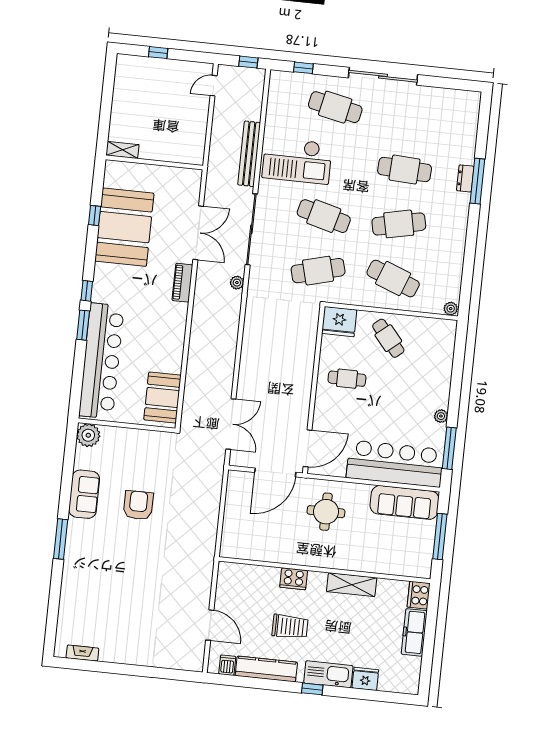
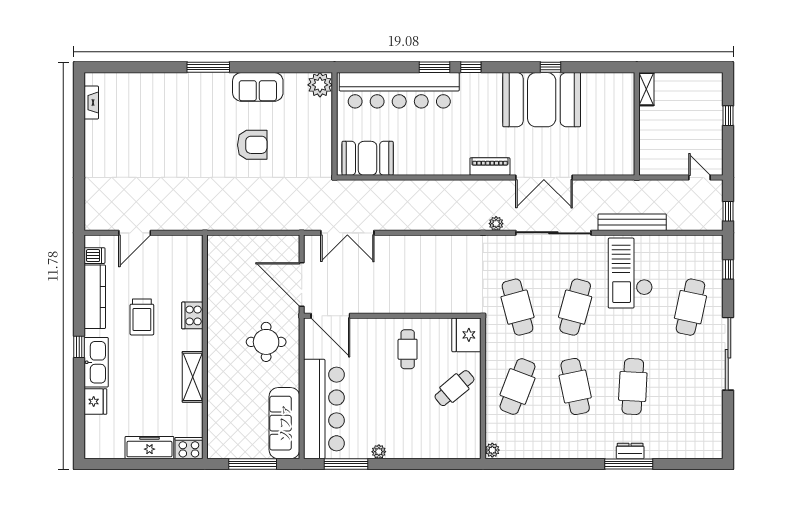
shelving: (122, 150) -> (646, 89), moved
wall: (154, 162) -> (637, 124), moved

